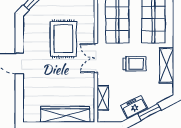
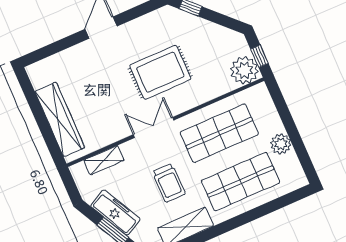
freezer: (134, 107) -> (115, 212), width x1.40

